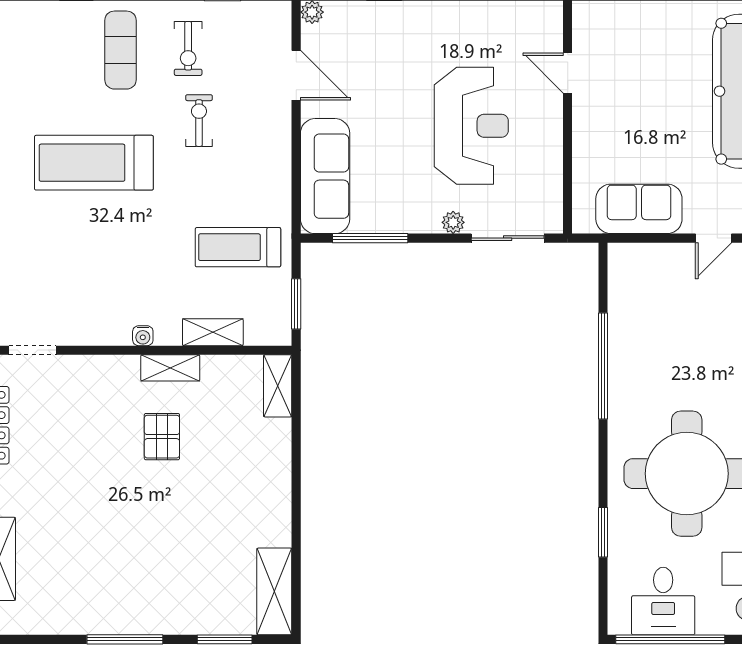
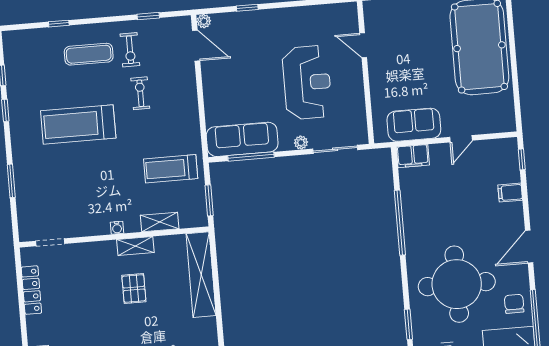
exercise mat: (120, 50) -> (89, 54), turned 90
door: (296, 75) -> (196, 46), moved
sofa: (325, 176) -> (242, 139), moved, turned -90
filing cabinet: (633, 260) -> (413, 156), added
shelving: (278, 386) -> (201, 275), width x2.20, depth x1.33

